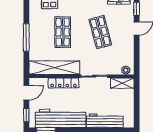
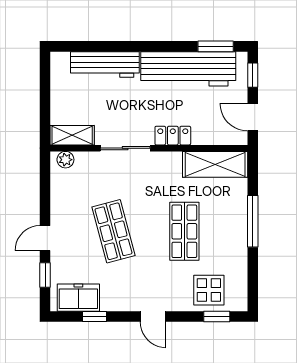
shelving: (54, 68) -> (215, 164), width x0.68
locker: (63, 83) -> (173, 136), width x0.66
door: (26, 93) -> (253, 117), hinge flipped

